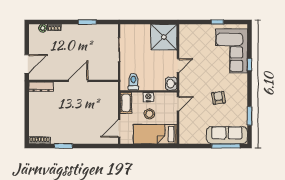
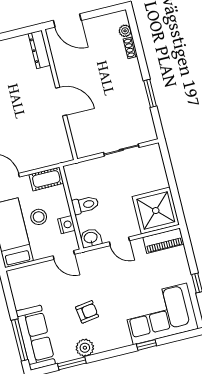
piano: (185, 37) -> (163, 241), added
toilet: (133, 82) -> (85, 205), moved
nightstand: (148, 97) -> (66, 225), moved
plant: (241, 105) -> (85, 348), added

